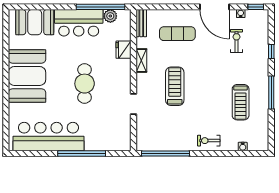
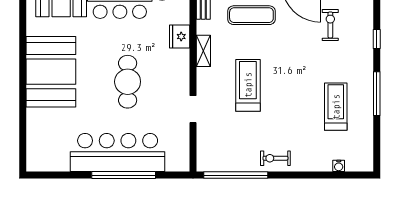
treadmill: (241, 102) -> (336, 107), turned 180
bar counter: (48, 137) -> (118, 153), moved
exercise bike: (209, 141) -> (275, 158), moved

